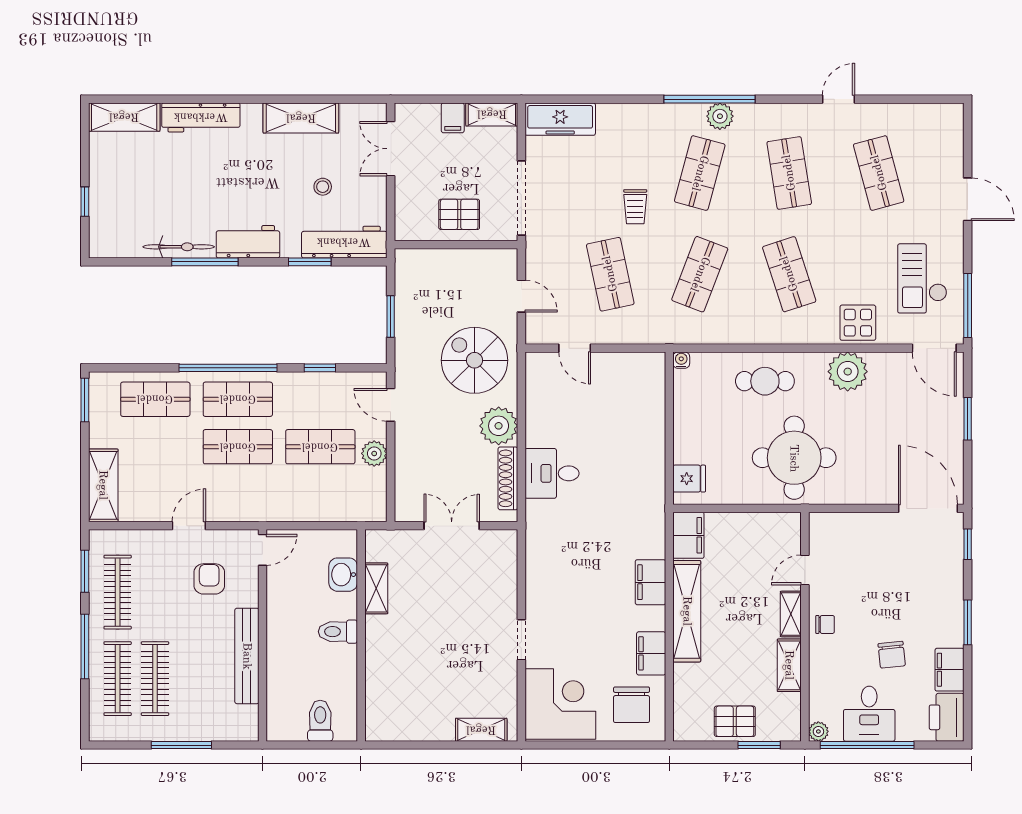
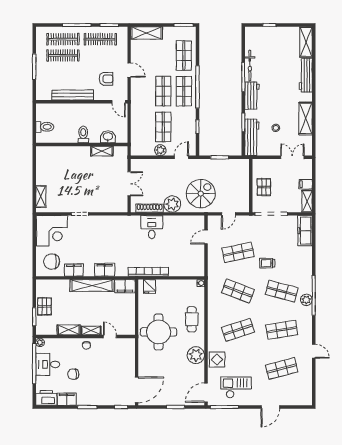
bookcase: (655, 481) -> (148, 272), added

